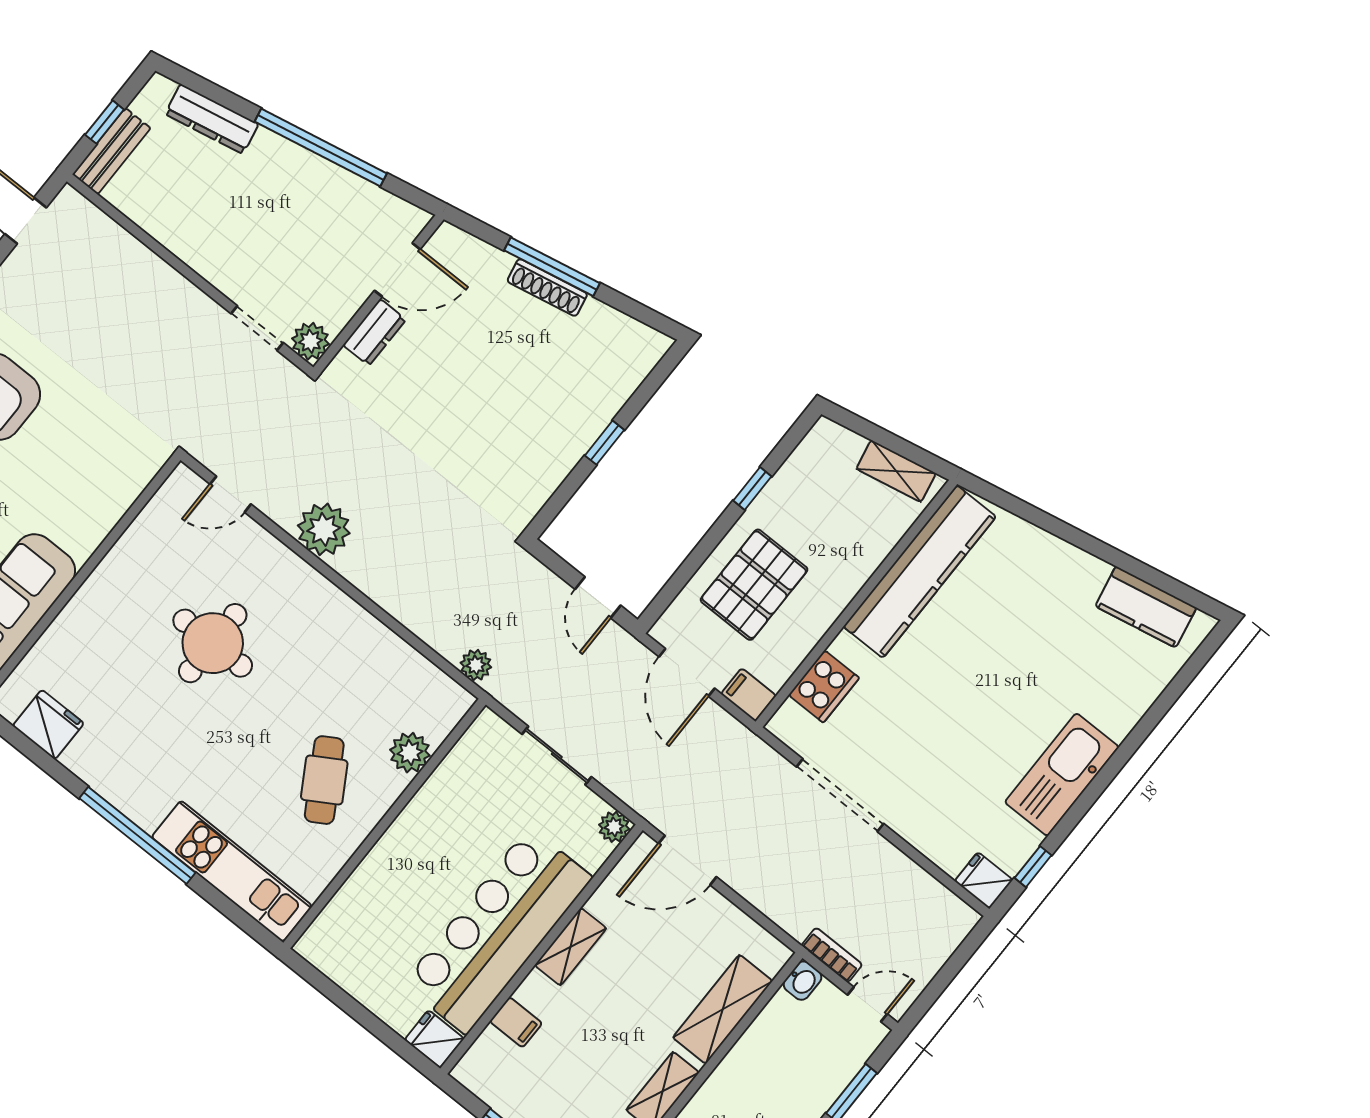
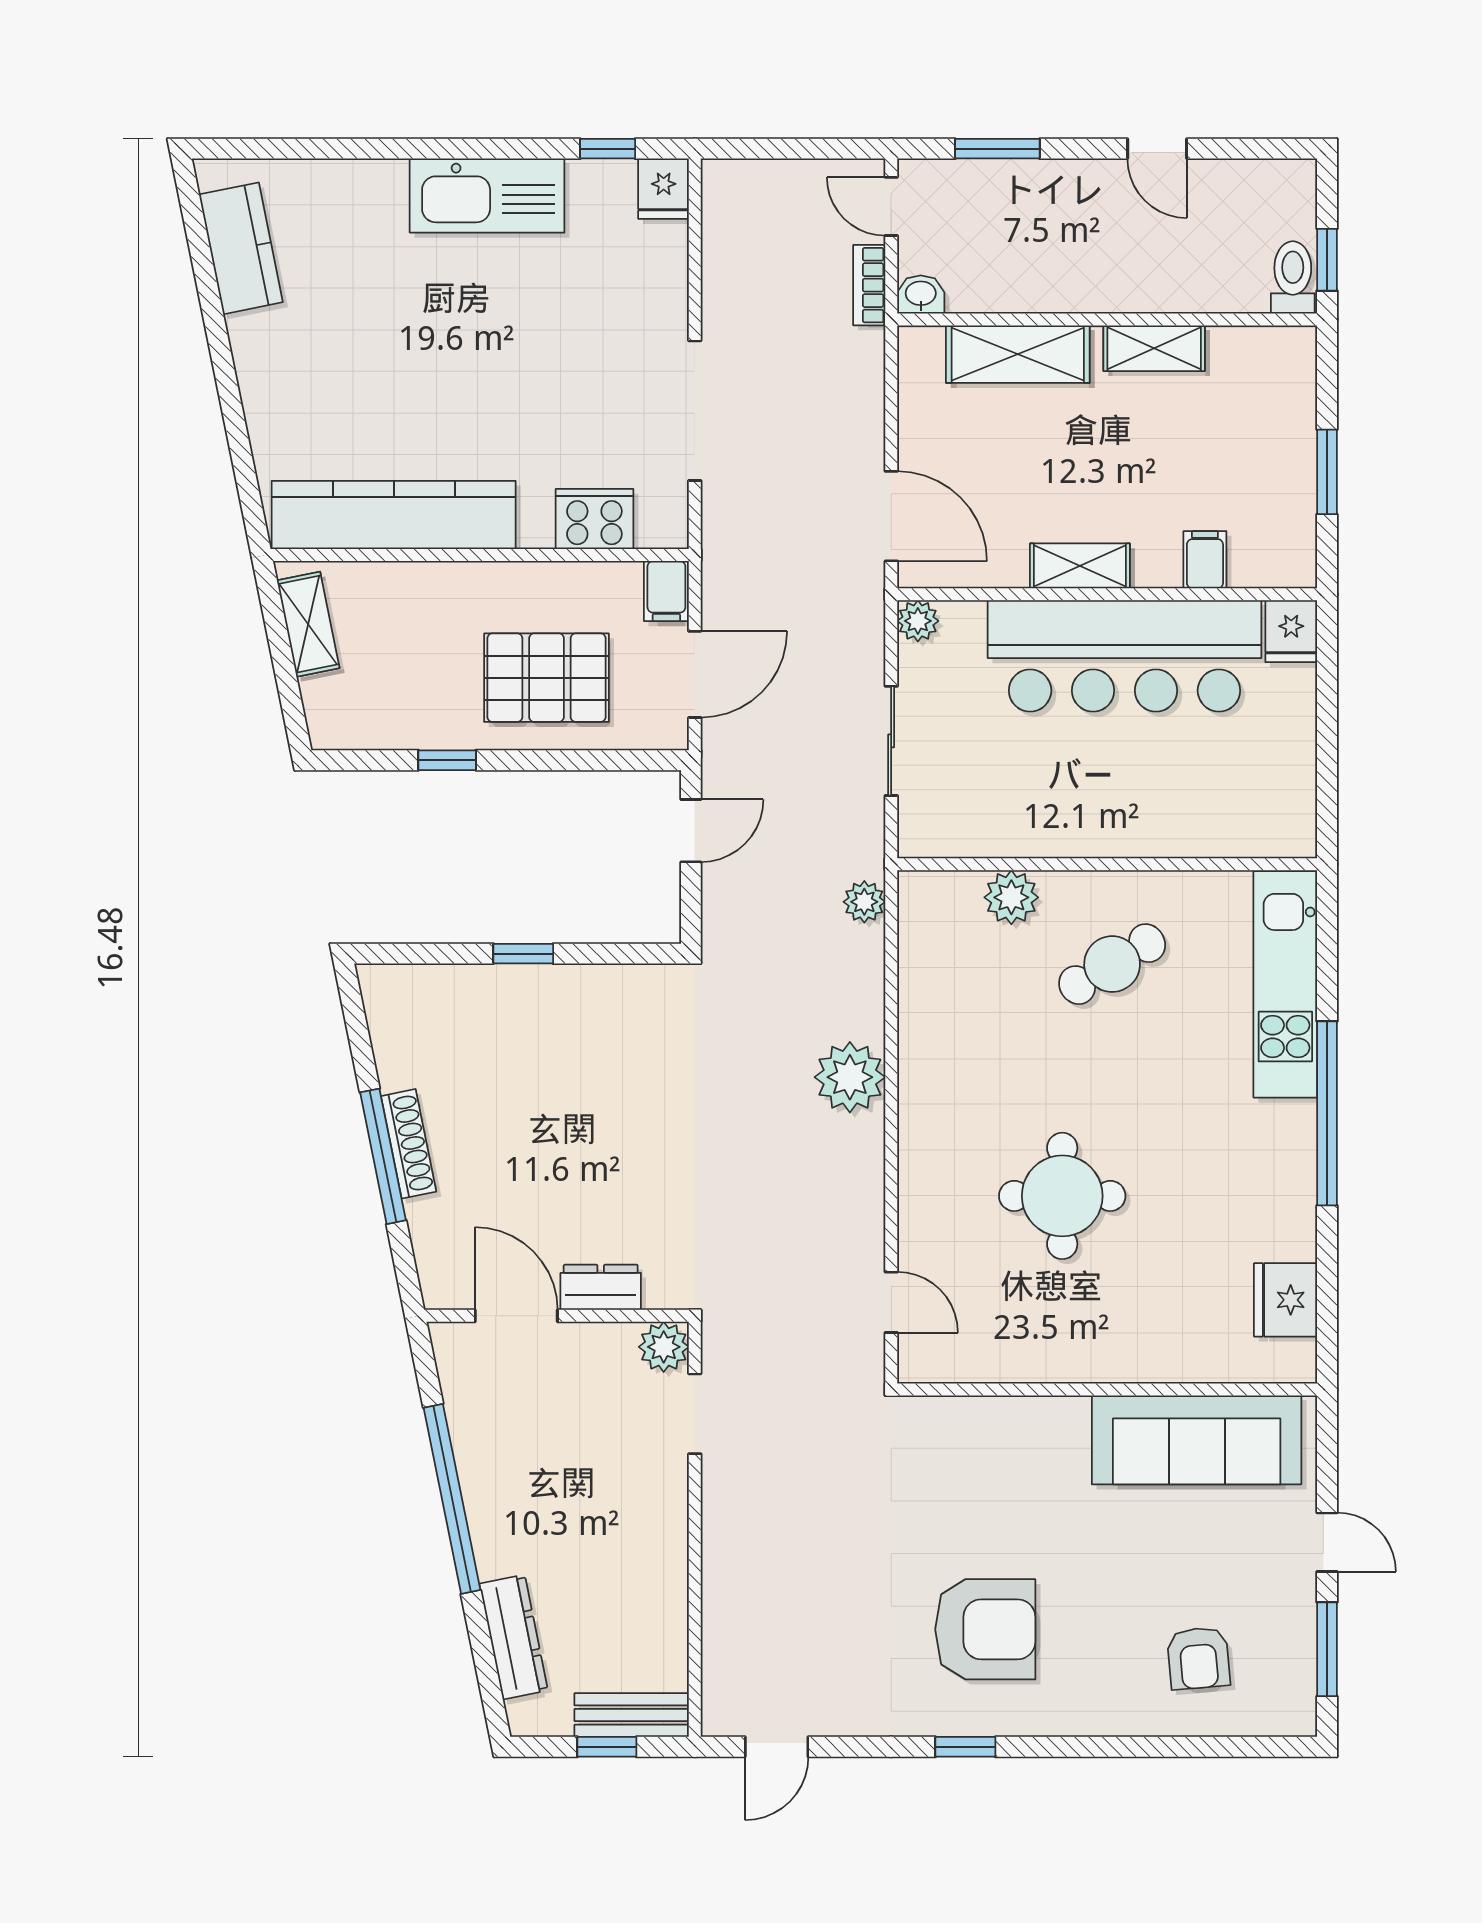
plant: (324, 529) -> (850, 1077), moved

